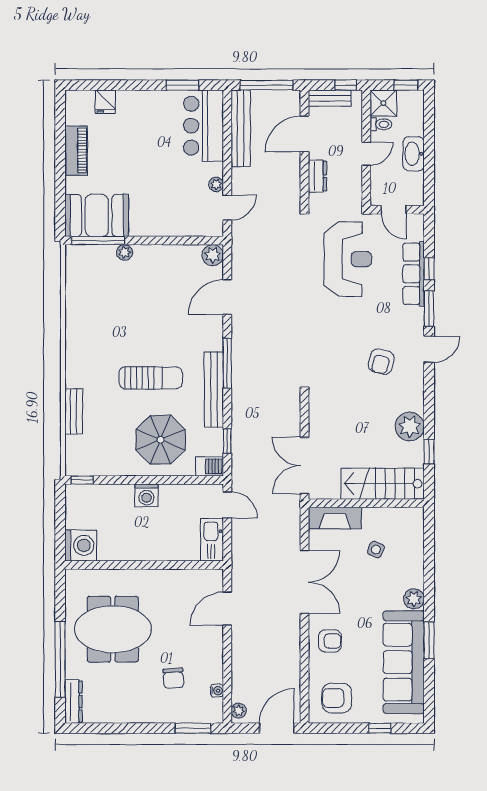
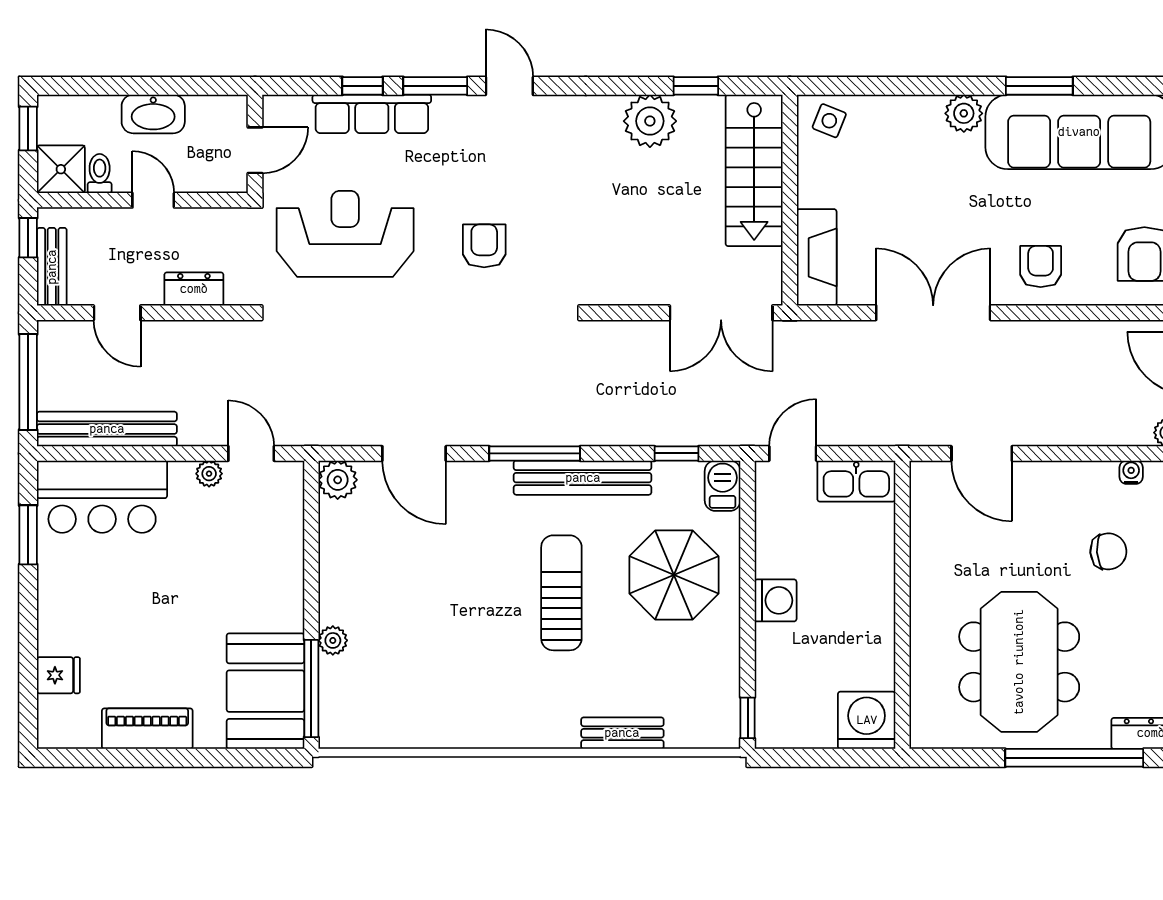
door: (304, 134) -> (117, 313), width x0.73
armchair: (381, 362) -> (484, 246), moved, turned -104
side table: (376, 549) -> (829, 121), moved

